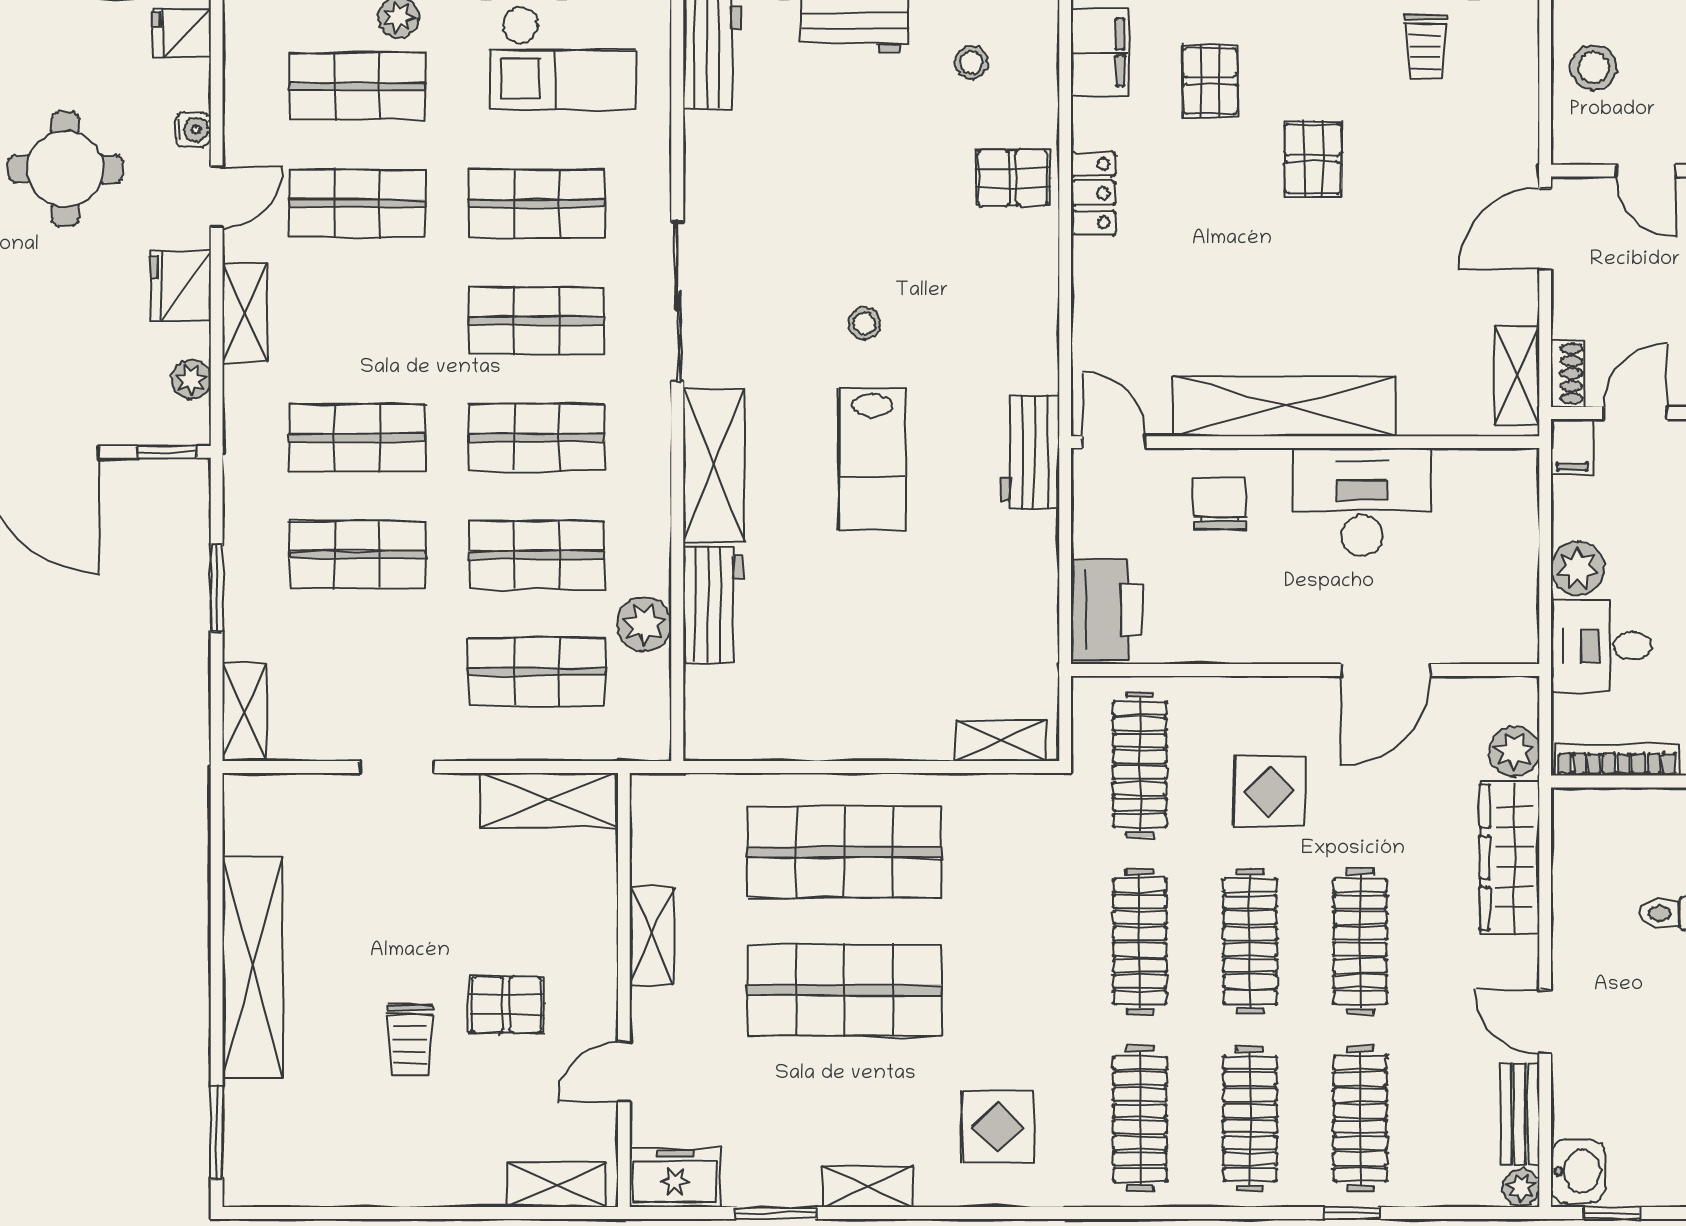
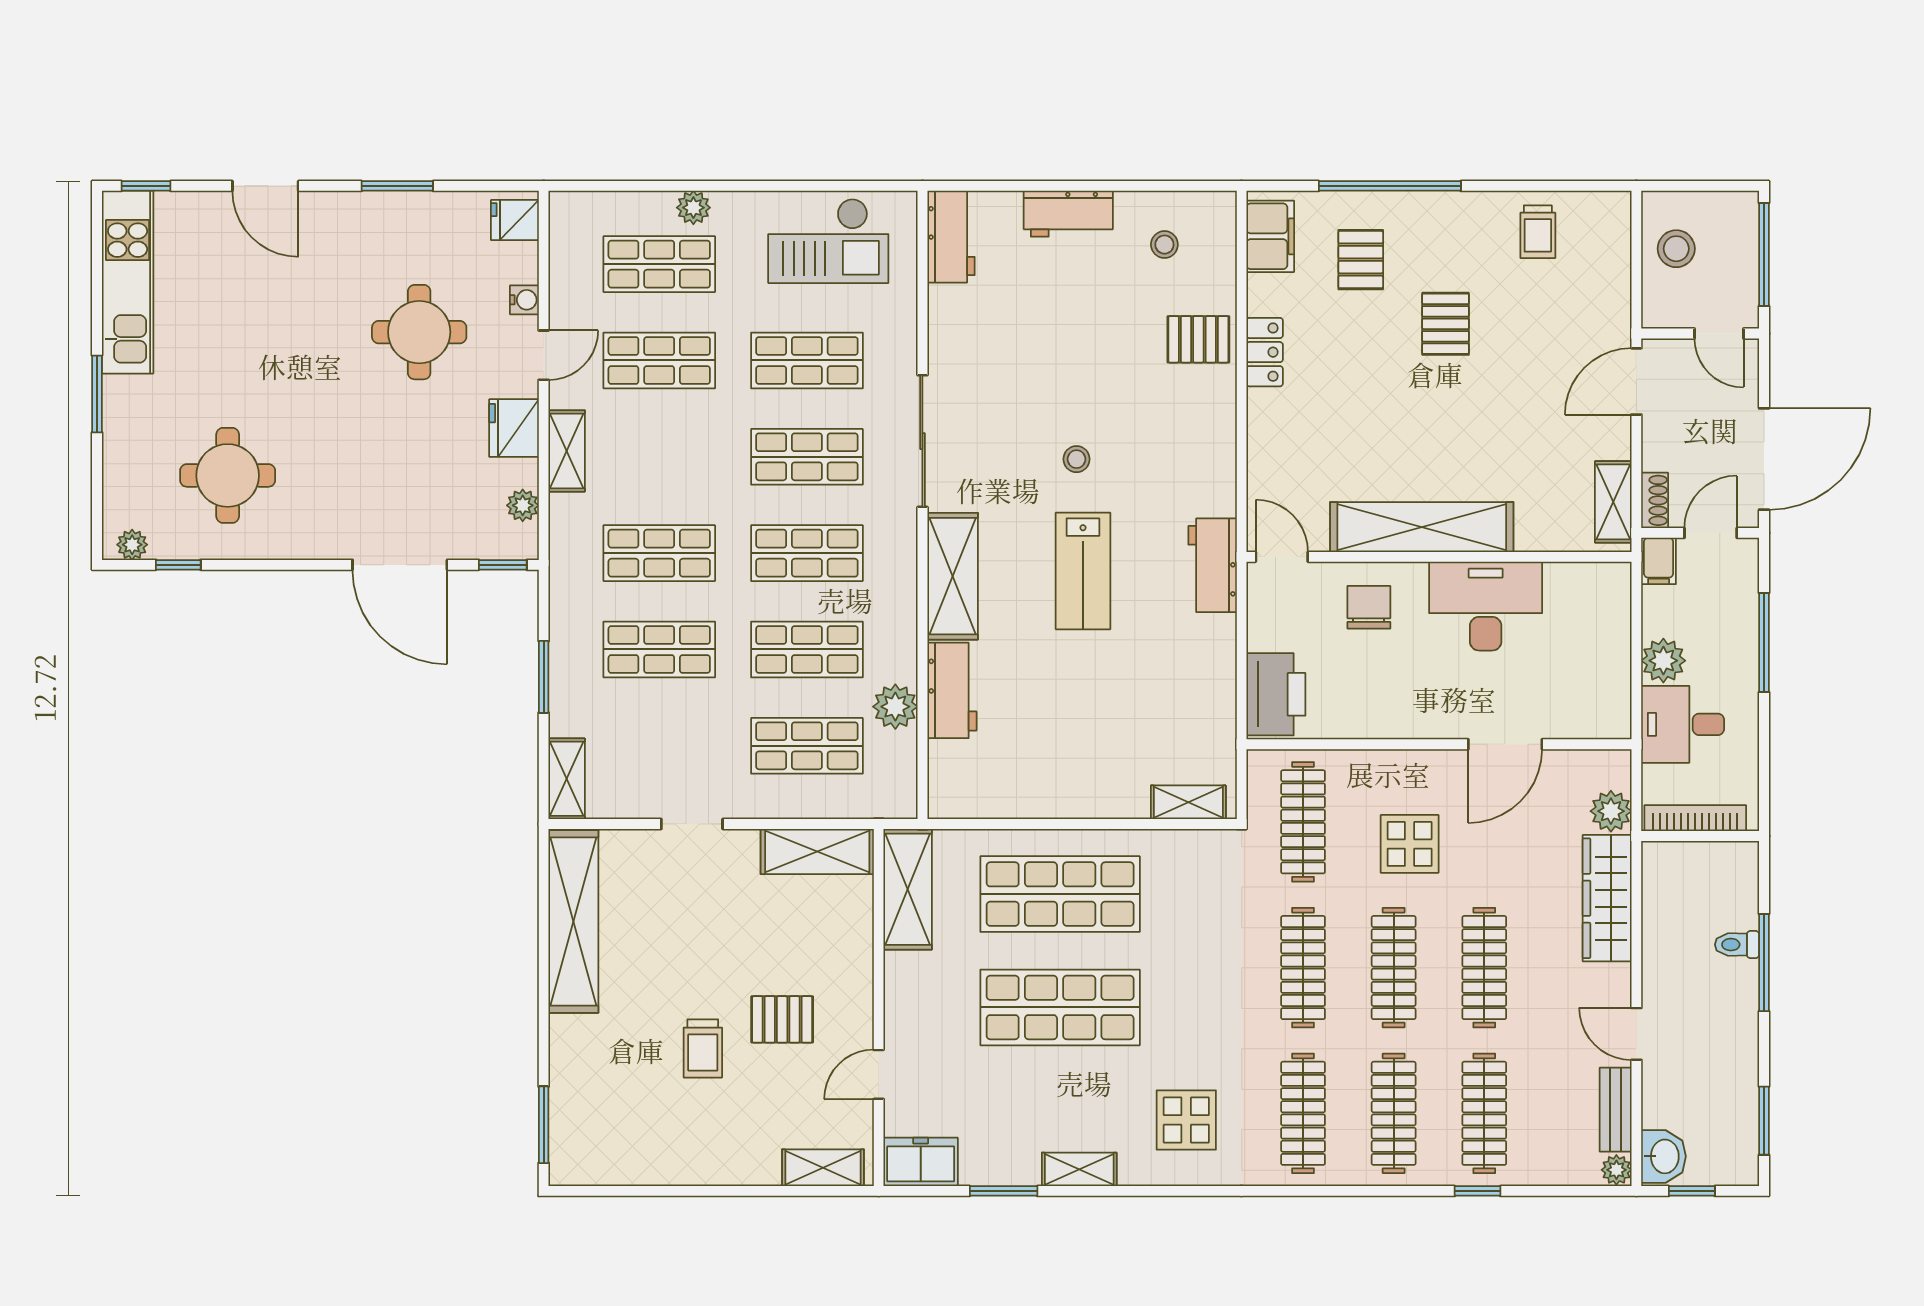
shelving: (652, 936) -> (908, 889), moved, width x1.50, depth x1.33
shelving: (253, 967) -> (573, 922), moved

